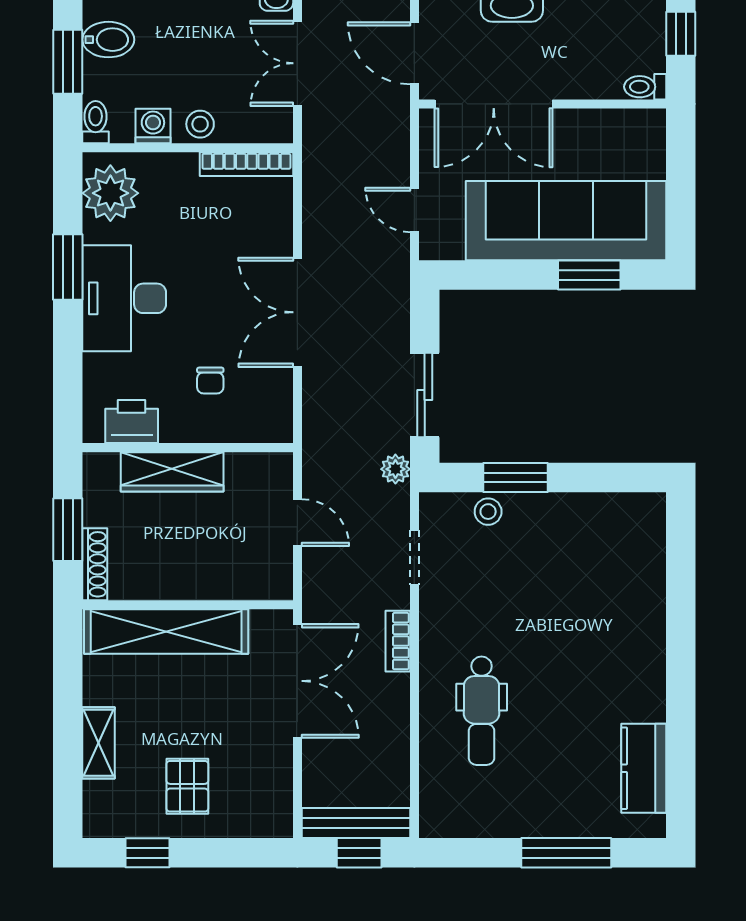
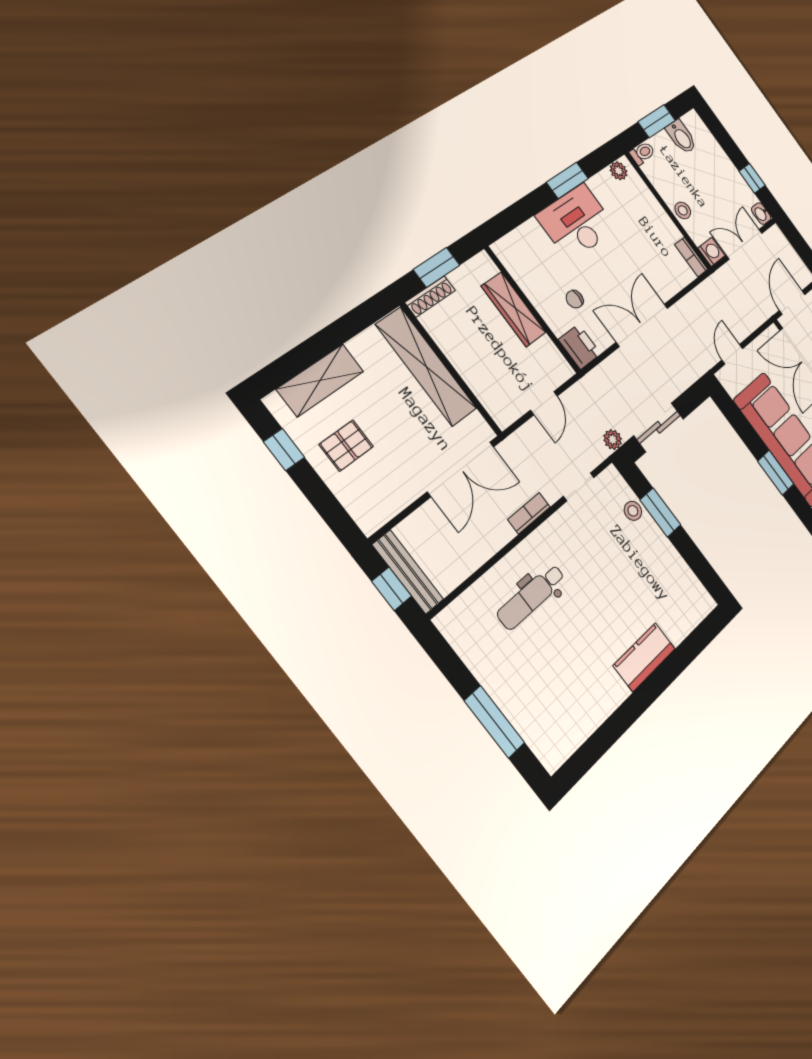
washing machine: (153, 126) -> (711, 252), moved
bookcase: (246, 164) -> (691, 257), width x0.64
plant: (110, 193) -> (618, 171), width x0.53, depth x0.53
printer: (132, 422) -> (580, 347), moved
shelving: (99, 743) -> (320, 380), width x1.50, depth x1.33
kitchen counter: (644, 768) -> (644, 657), moved

